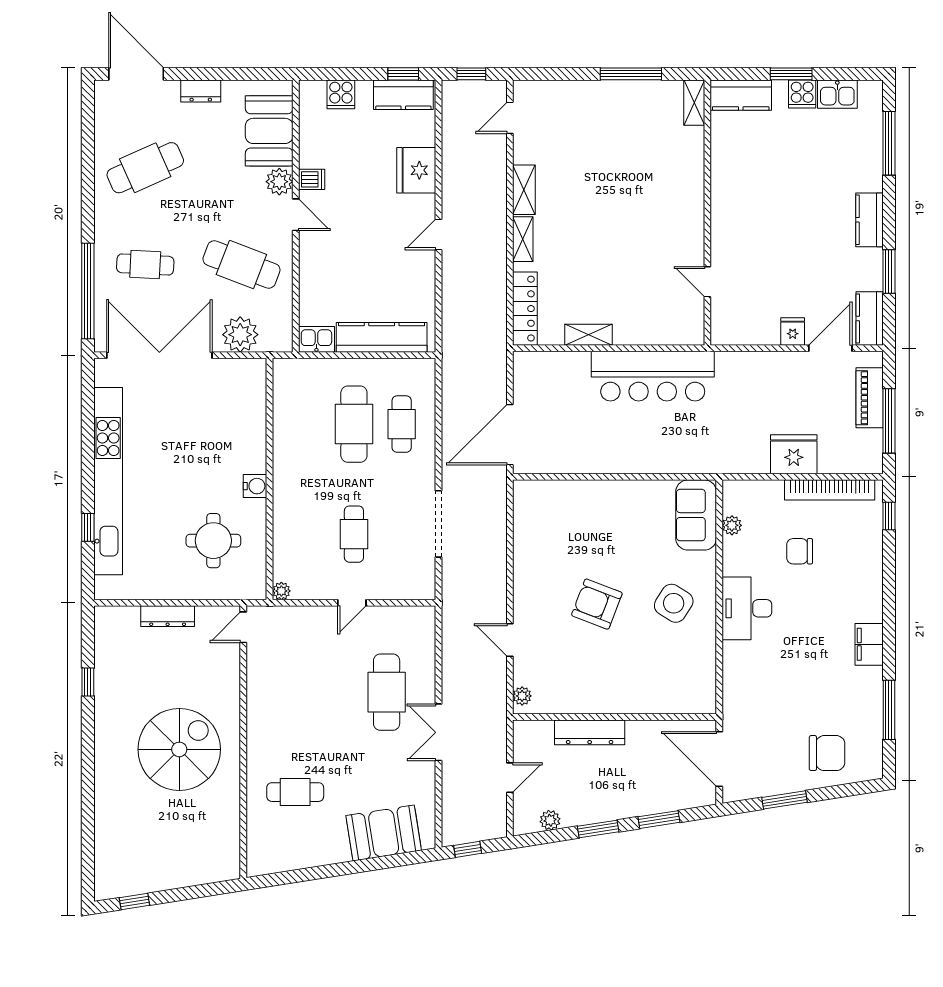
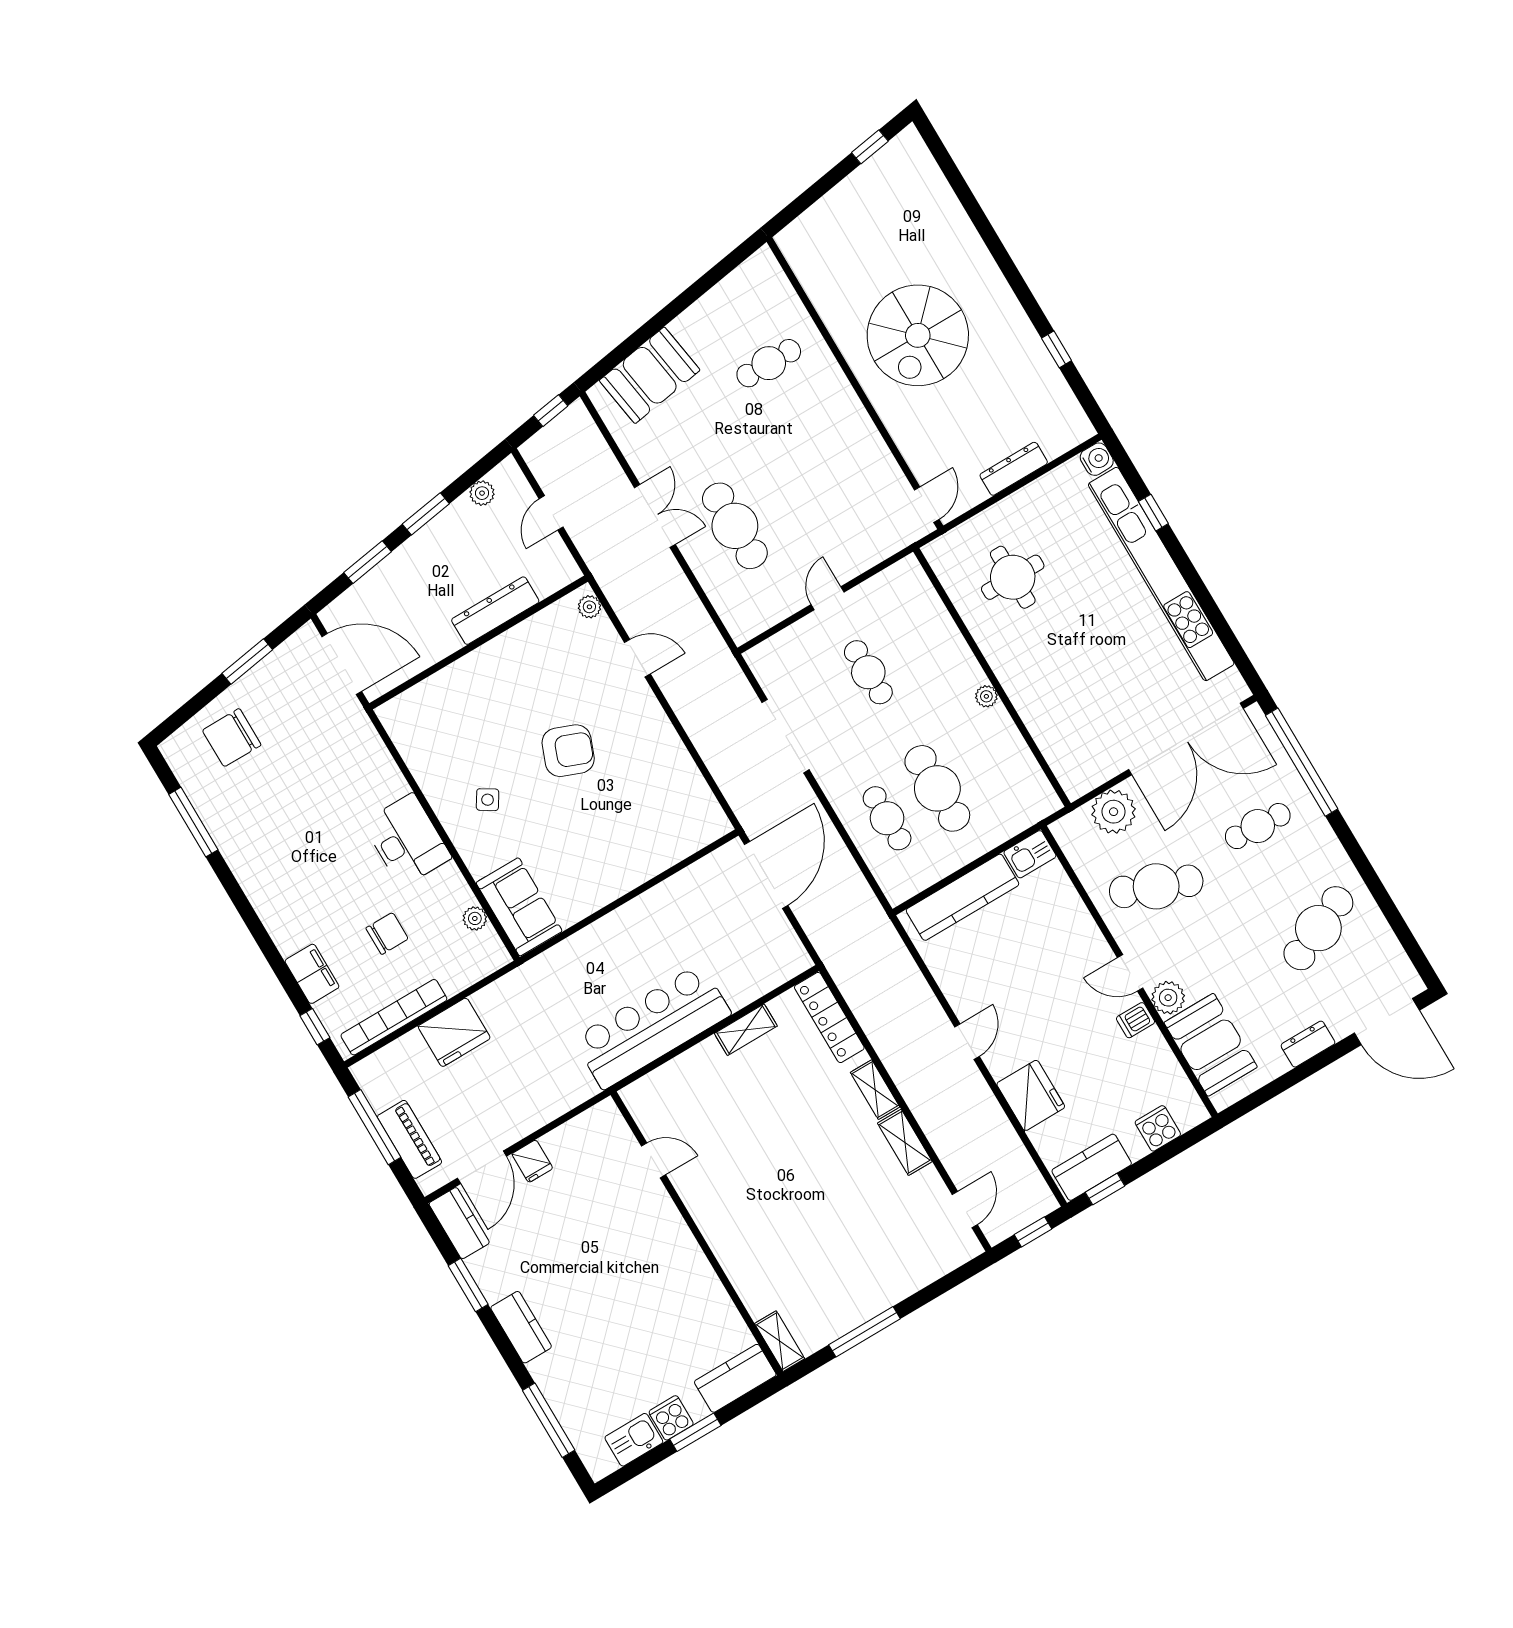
water cooler: (255, 486) -> (1097, 459), moved, turned 180
plant: (281, 591) -> (986, 696), moved
side table: (674, 603) -> (488, 800), width x0.54, depth x0.54
filing cabinet: (869, 644) -> (312, 974), moved

